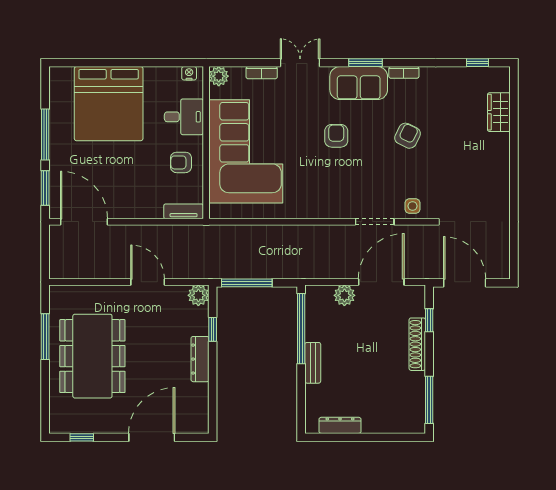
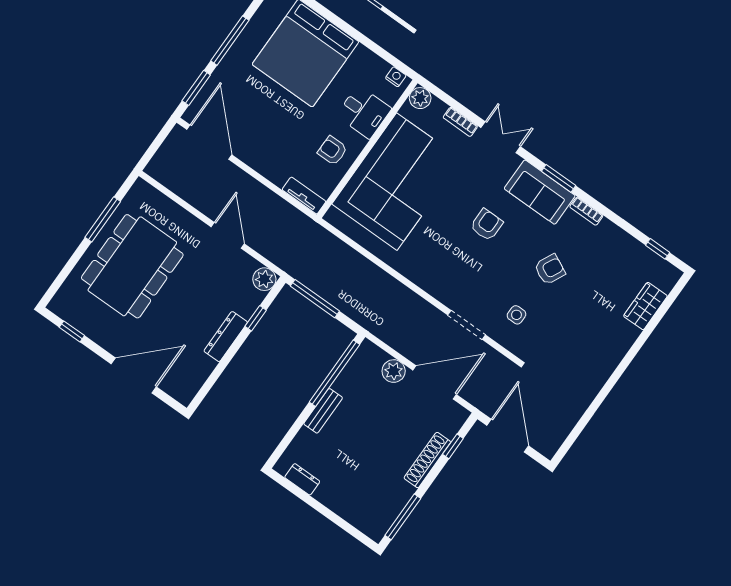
side table: (413, 206) -> (516, 315), moved
dresser: (340, 425) -> (302, 479), width x0.70

